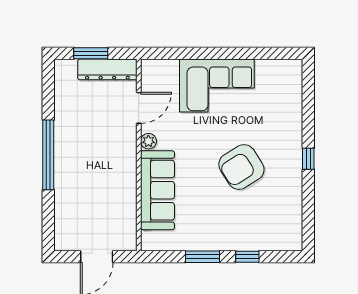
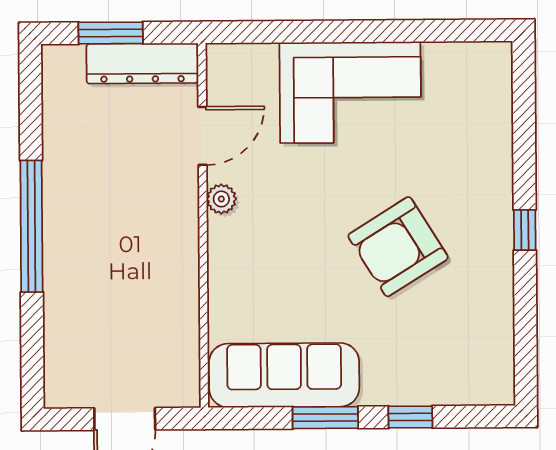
sofa: (157, 190) -> (284, 375), moved, turned -90

